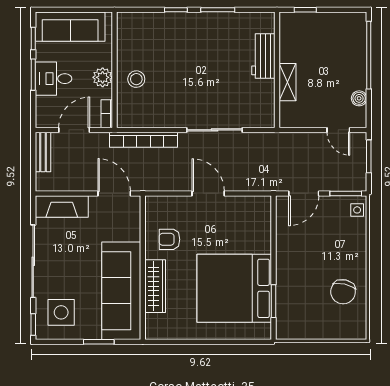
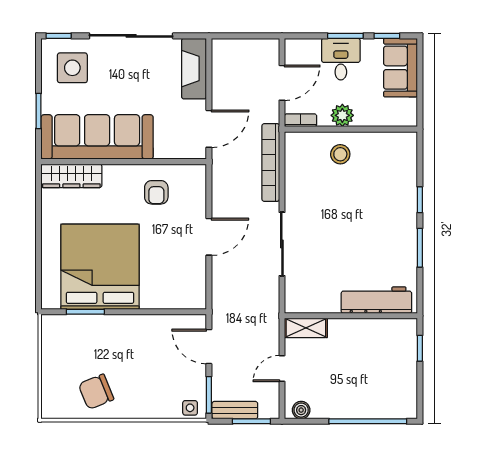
sofa: (70, 27) -> (400, 68), width x0.73
workbench: (263, 56) -> (376, 300), width x1.38
shelving: (288, 82) -> (306, 328), moved
boiler: (359, 98) -> (301, 410), moved
door: (74, 130) -> (282, 83), hinge flipped
door: (338, 130) -> (282, 369), moved
bench: (43, 152) -> (235, 410), moved
armchair: (170, 239) -> (156, 192), turned 180
wardrobe: (155, 286) -> (71, 176), moved
chair: (343, 292) -> (96, 392), turned -35

